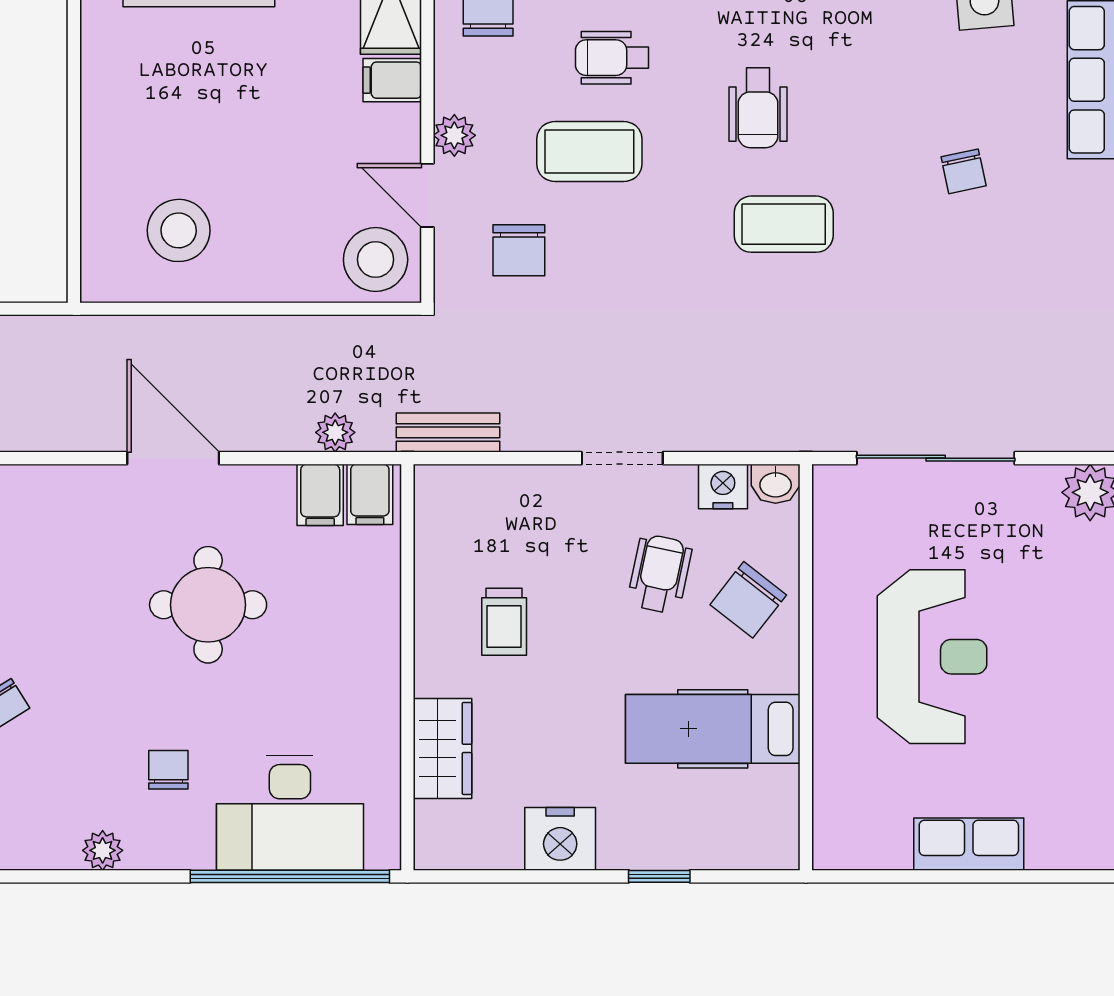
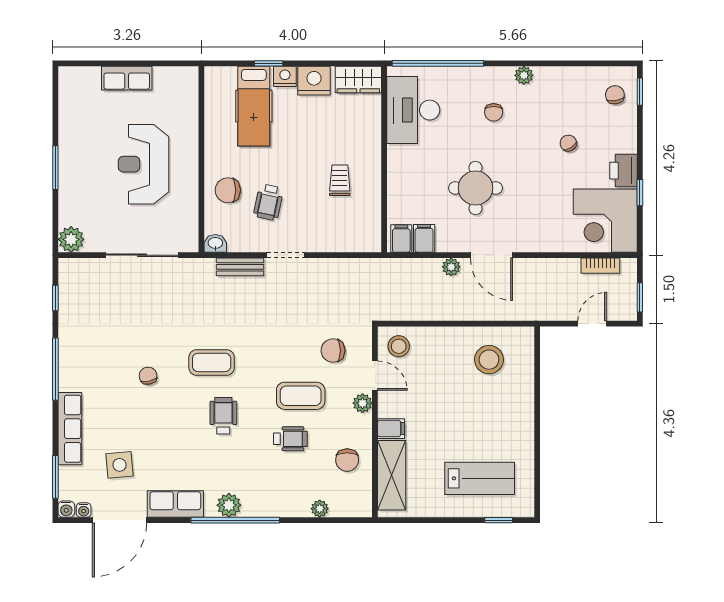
chair: (964, 171) -> (148, 376), moved
chair: (519, 250) -> (333, 351), turned -90
stool: (376, 260) -> (399, 346), width x0.73, depth x0.73
plant: (335, 432) -> (451, 267), moved
bench: (448, 432) -> (240, 267), moved
nightstand: (723, 487) -> (285, 76), moved, turned 180
chair: (748, 600) -> (228, 190), turned -128
hospital bed: (713, 729) -> (254, 106), moved, turned 90
wardrobe: (442, 748) -> (358, 79), moved, turned -90
desk: (290, 813) -> (413, 110), moved, turned -90

